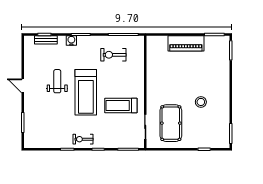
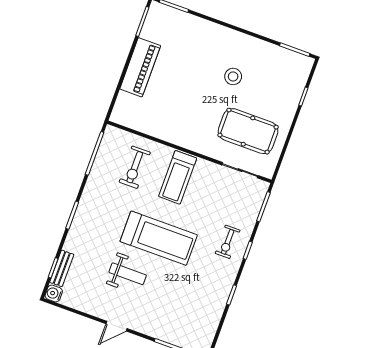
water cooler: (71, 40) -> (54, 293), moved
exercise bike: (113, 55) -> (135, 167), moved
weight bench: (57, 81) -> (128, 274), turned 180
treadmill: (121, 106) -> (178, 177), moved
exercise bike: (83, 139) -> (228, 242), moved

